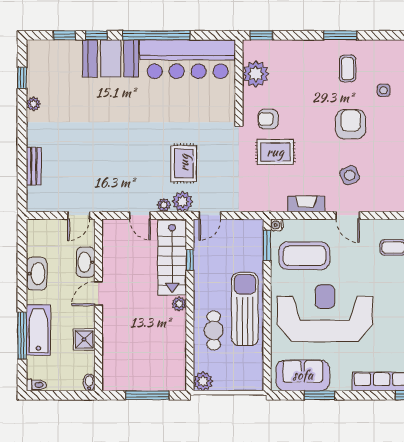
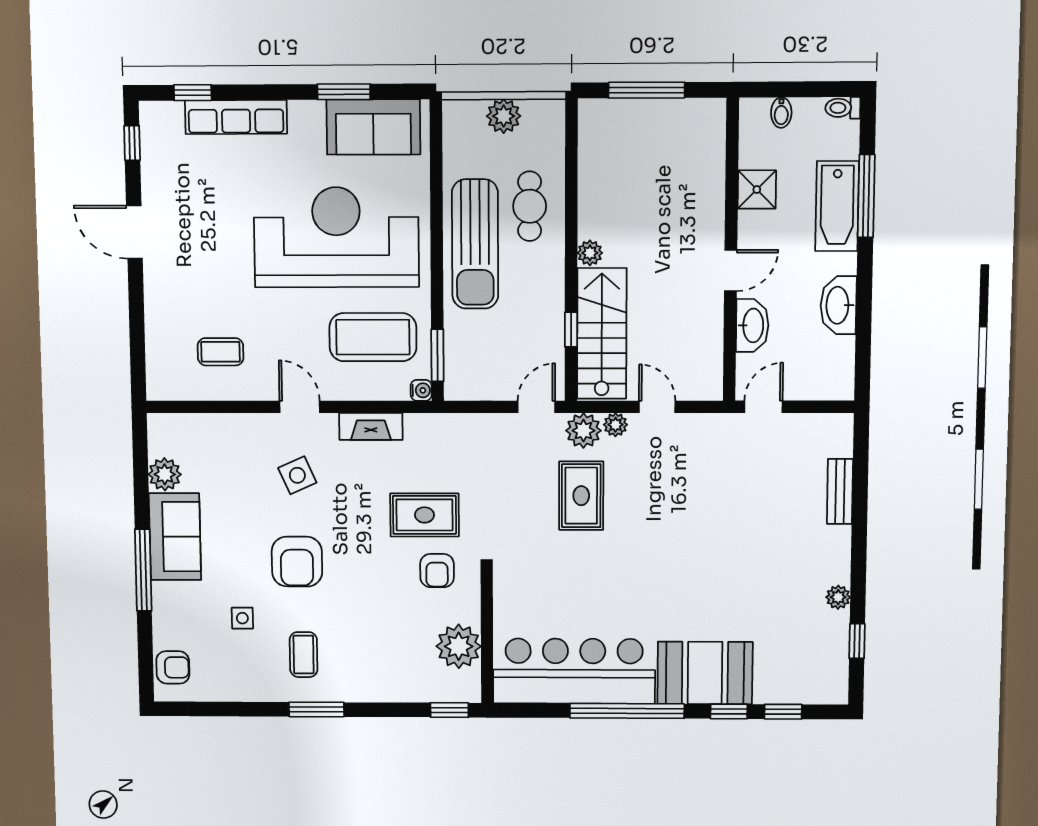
armchair: (268, 119) -> (437, 571), turned 90
reception desk: (325, 313) -> (336, 237), turned 180
plant: (203, 381) -> (504, 116), moved
bidet: (89, 382) -> (781, 113), moved

